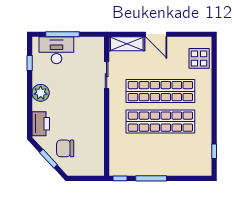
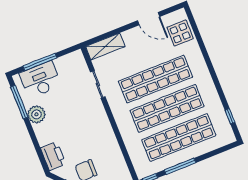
door: (156, 34) -> (149, 19), moved
window: (30, 63) -> (19, 102), width x2.17
plant: (41, 93) -> (36, 114), moved
shop shelf: (160, 152) -> (179, 138), added

